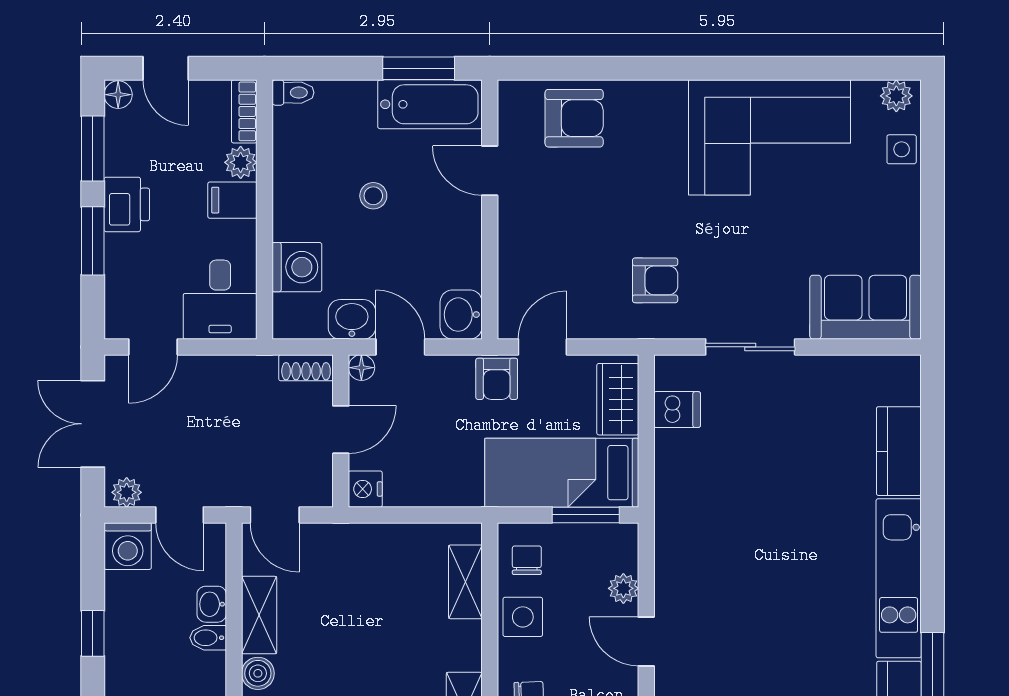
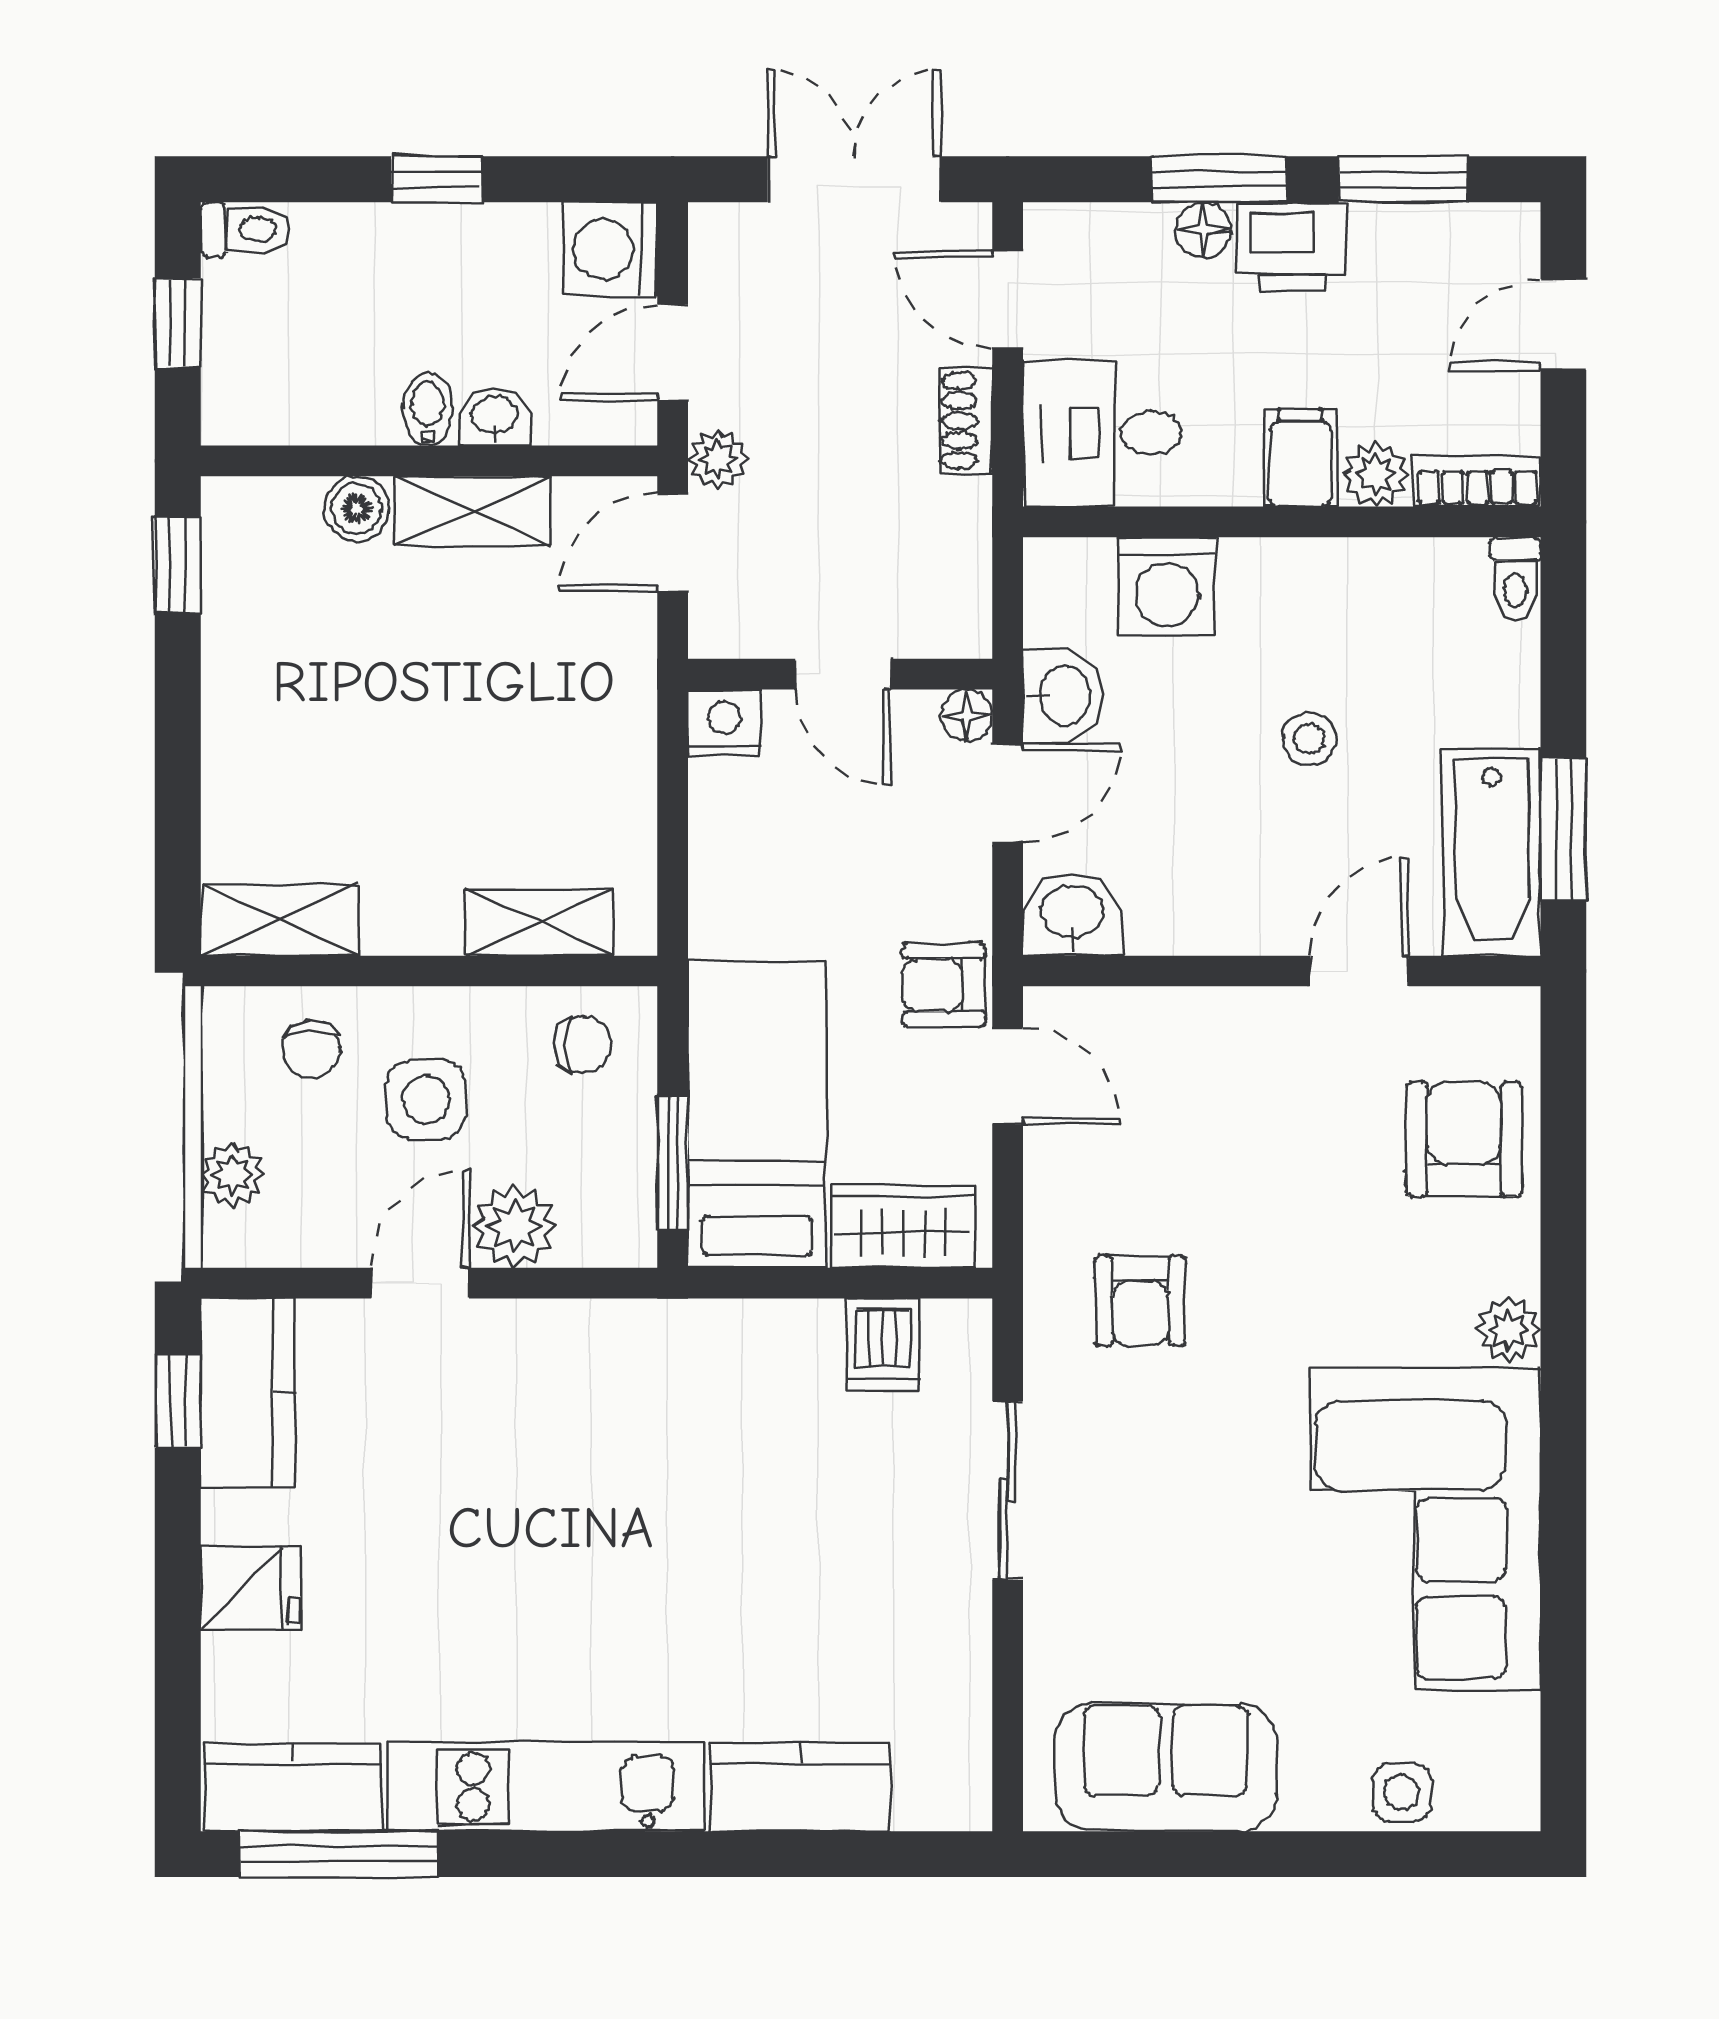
floor lamp: (118, 95) -> (1203, 230), moved
plant: (896, 96) -> (1508, 1330), moved
armchair: (574, 118) -> (1464, 1139), turned 180
sofa: (866, 307) -> (1166, 1767), moved, turned -90
shoe rack: (306, 368) -> (966, 421), moved
plant: (127, 492) -> (718, 459), moved
plant: (623, 588) -> (515, 1226), width x1.38, depth x1.38
side table: (523, 617) -> (426, 1099), moved

